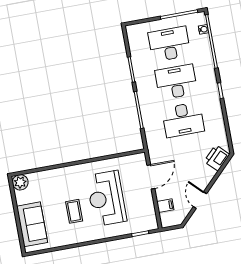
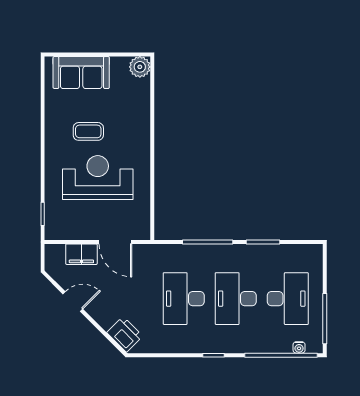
desk: (176, 82) -> (236, 299), turned 180
filing cabinet: (165, 206) -> (81, 254), width x2.00

